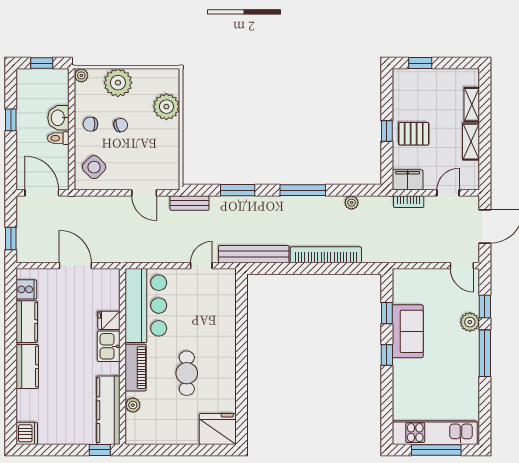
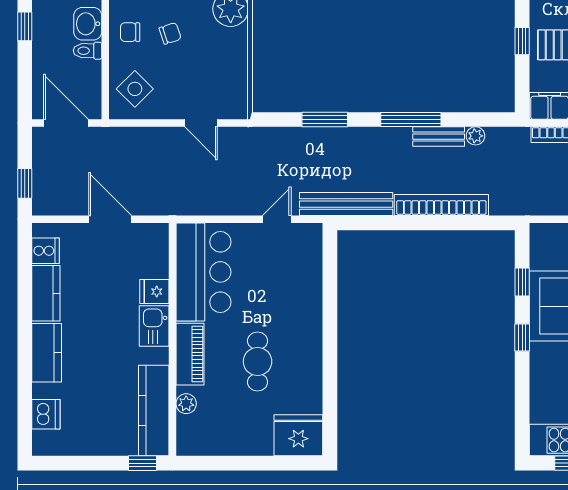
bench: (189, 203) -> (439, 137), moved
dishwasher: (27, 433) -> (46, 414), moved

